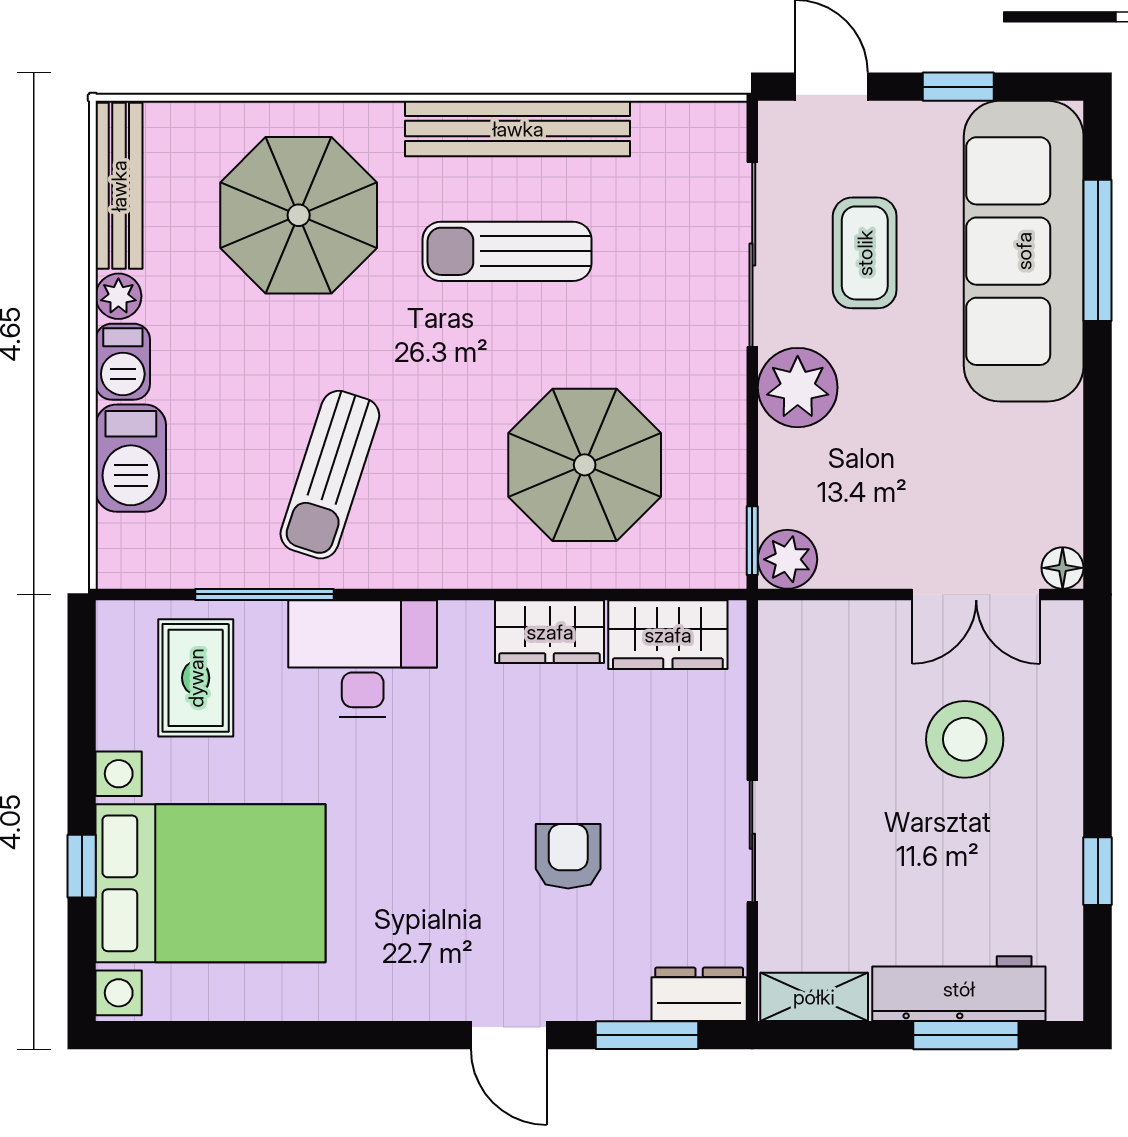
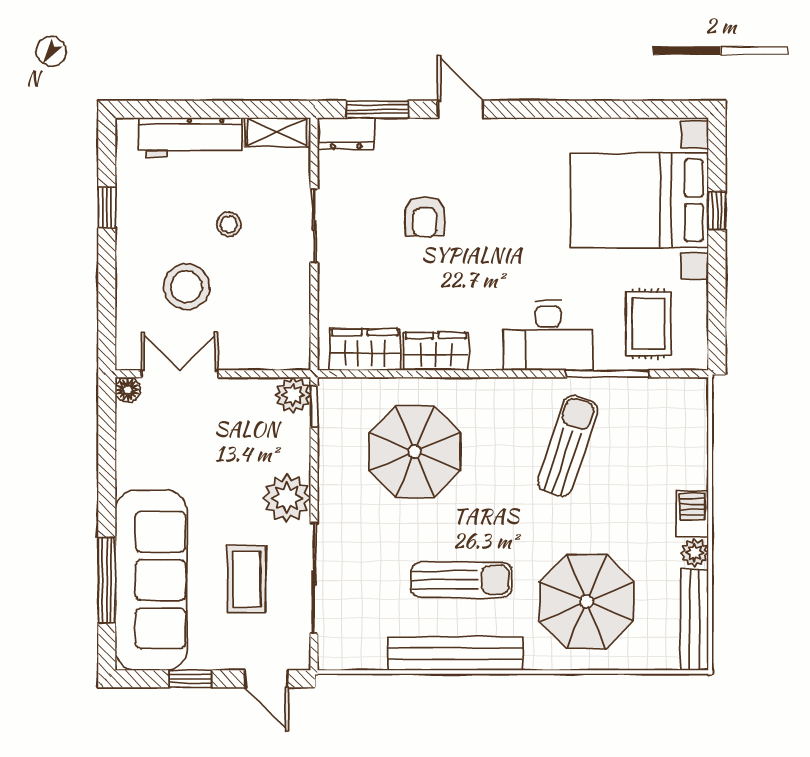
barbecue: (131, 458) -> (687, 456), removed
stool: (894, 843) -> (229, 224), added
window: (966, 1035) -> (186, 109), removed

